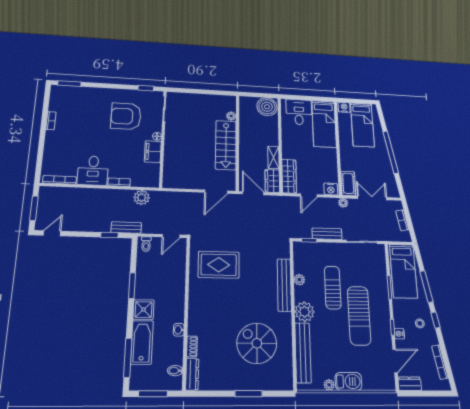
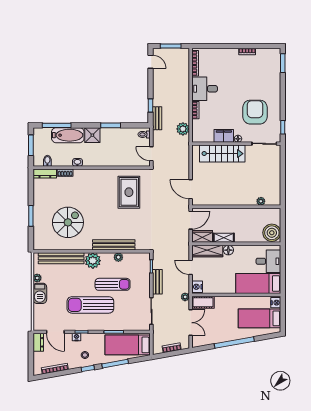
stairs: (226, 145) -> (222, 154), moved, turned 180
floor lamp: (287, 153) -> (228, 250), added

